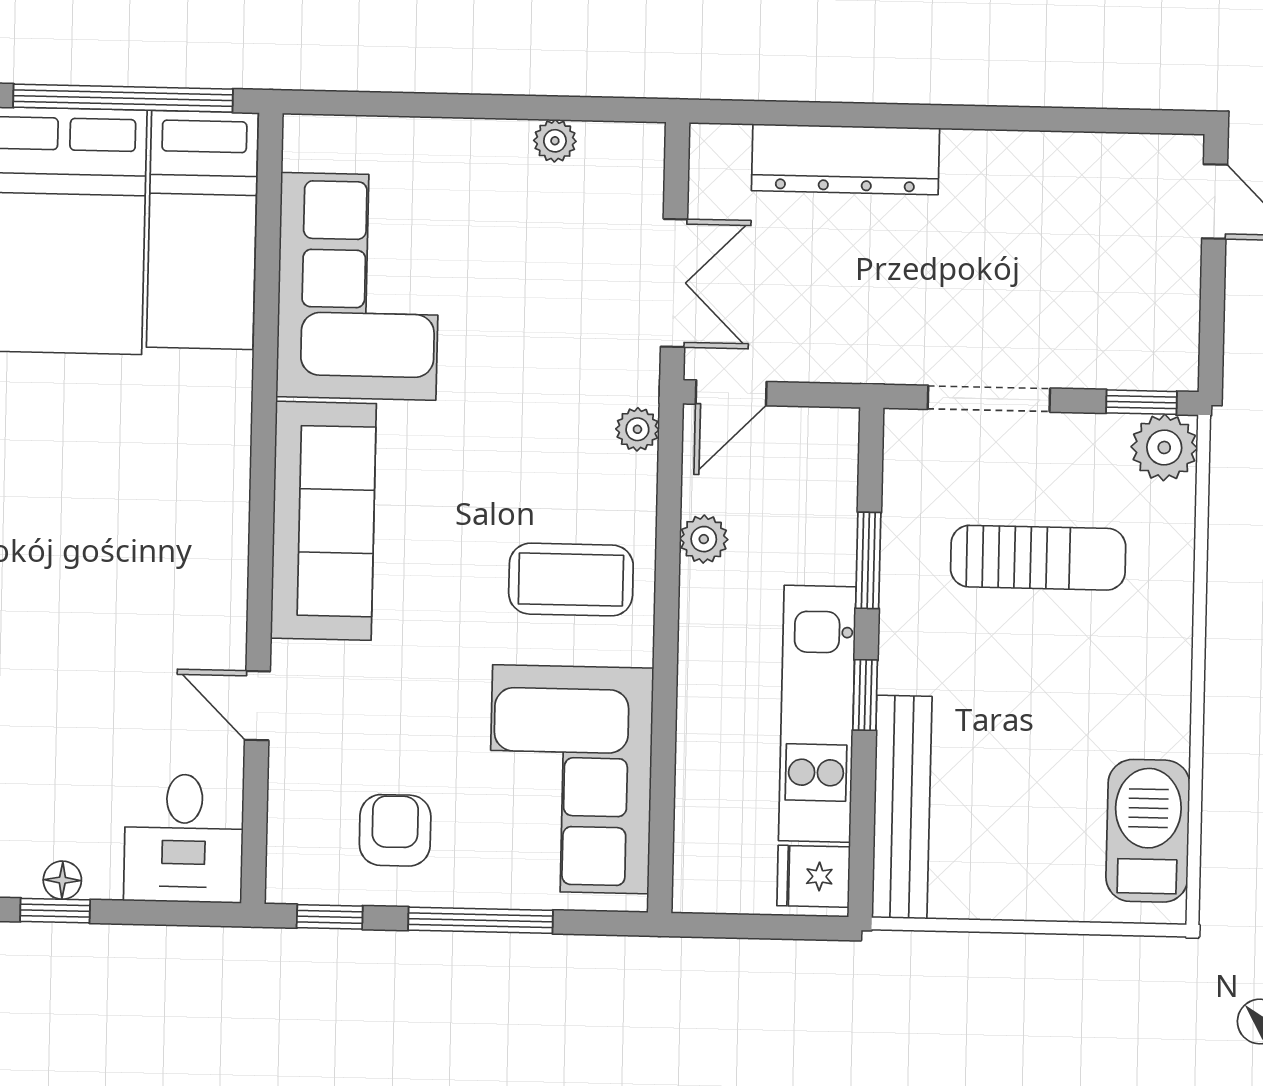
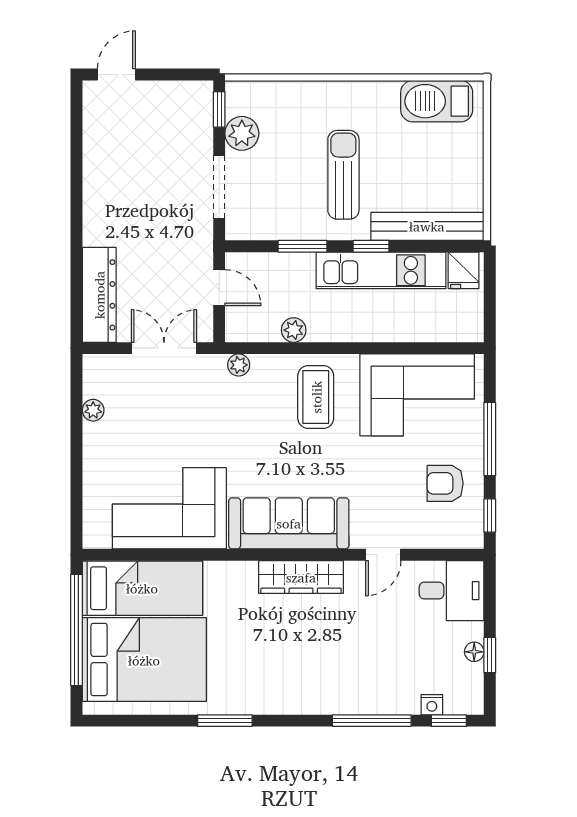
dresser: (845, 159) -> (99, 295), moved
door: (731, 393) -> (219, 288), moved
plant: (1164, 447) -> (242, 133), moved
wardrobe: (217, 543) -> (301, 577), added
sun lounger: (1038, 558) -> (343, 175), moved

